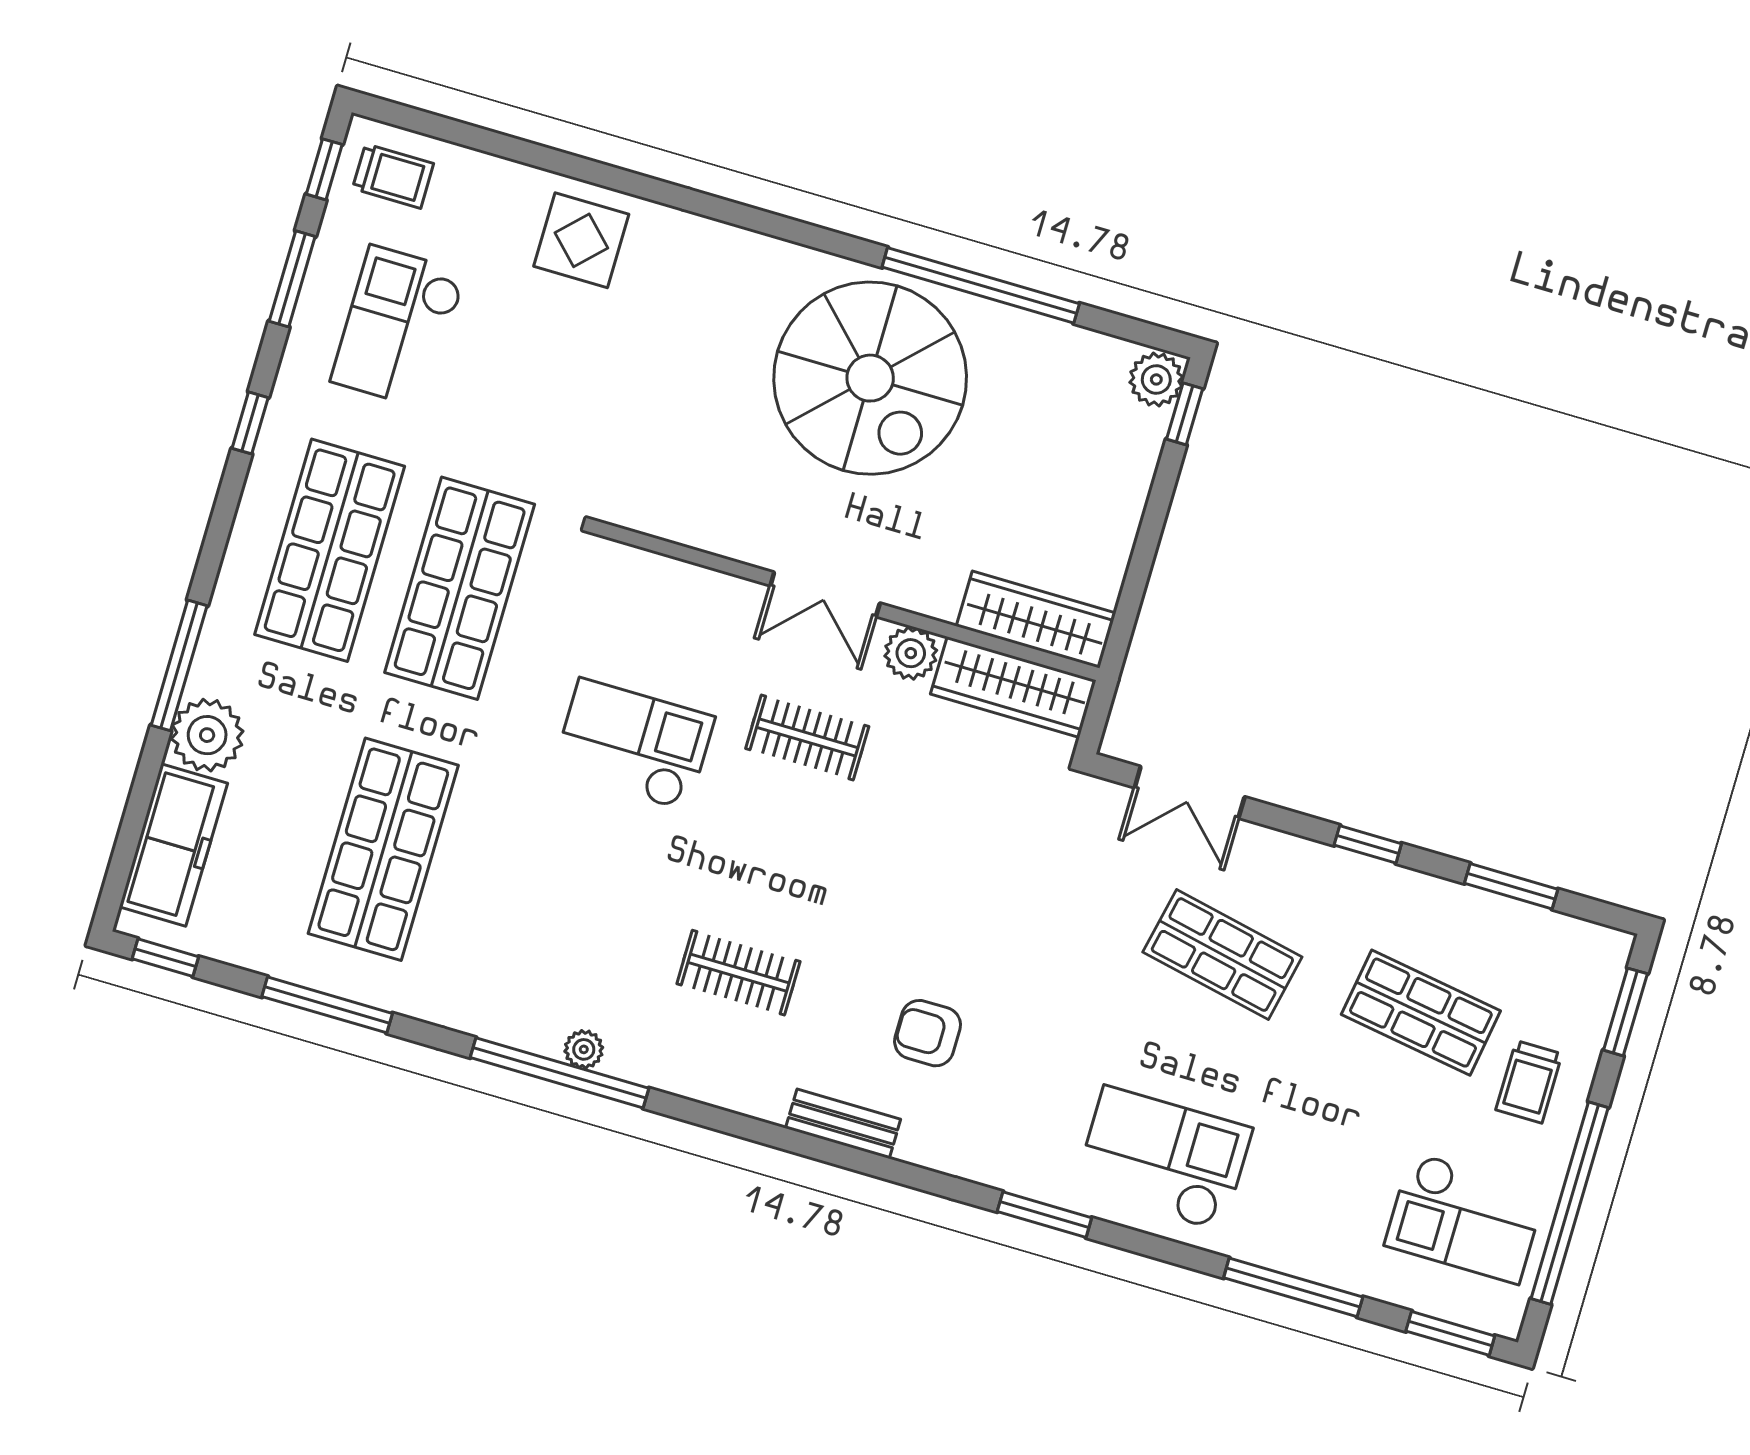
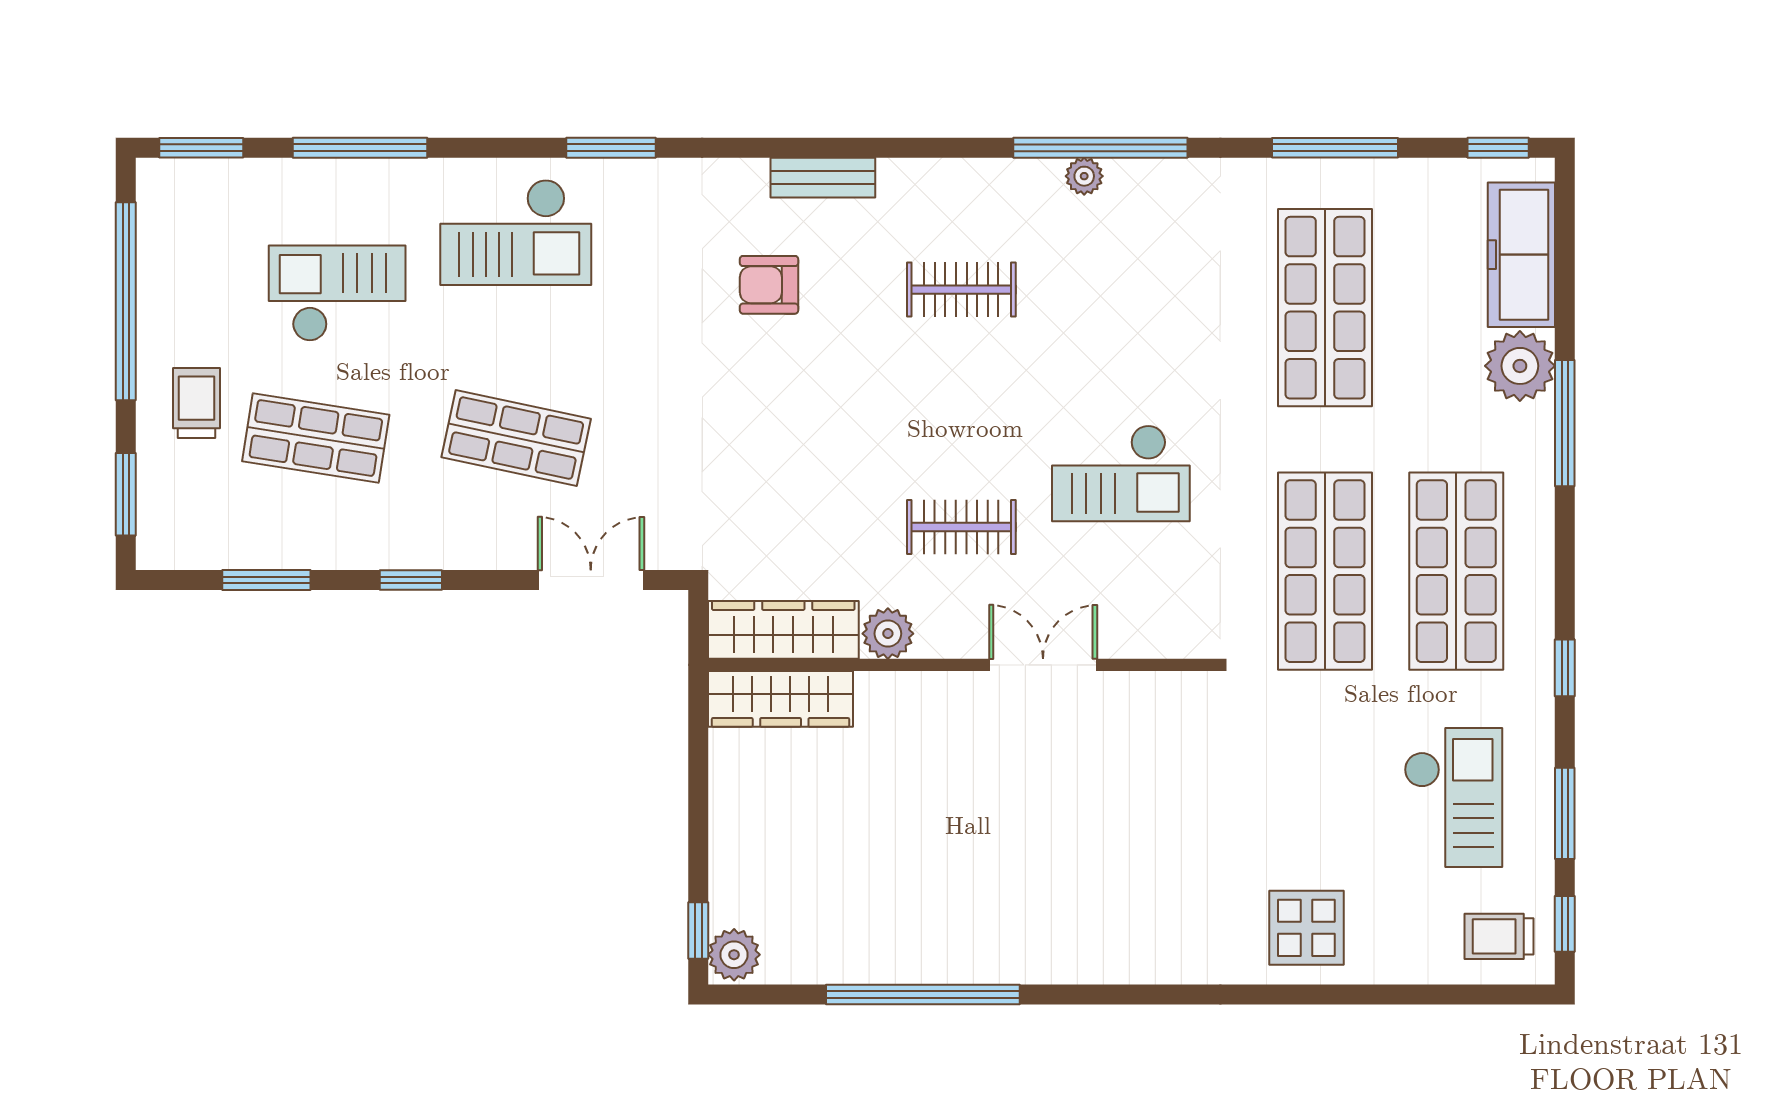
spiral stairs: (870, 378) -> (1000, 878), removed
double door: (825, 594) -> (1043, 665), moved
armchair: (928, 1033) -> (769, 285), turned 180
checkout: (1465, 1218) -> (337, 293), moved

